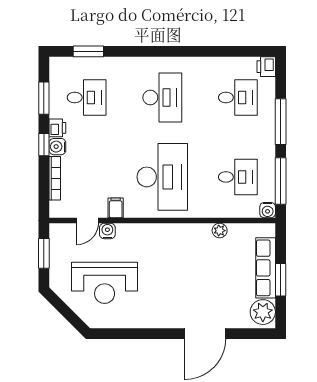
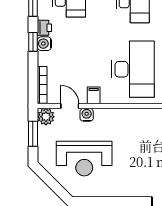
bookcase: (55, 178) -> (42, 85), moved
door: (87, 221) -> (70, 106), swing flipped
plant: (59, 233) -> (46, 117), added

